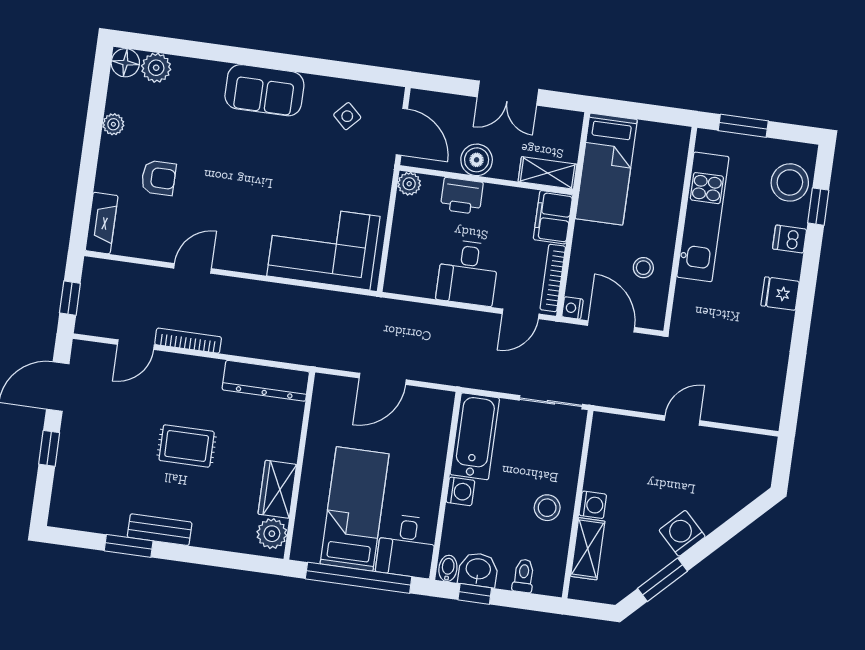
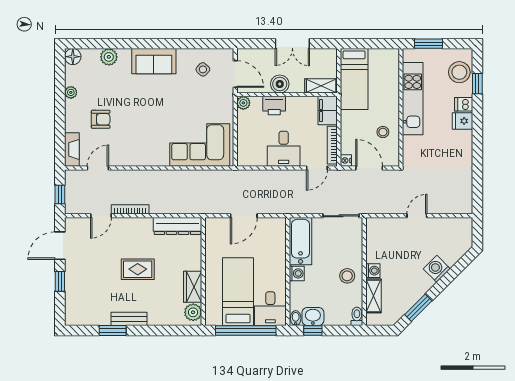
plant: (156, 68) -> (109, 57), moved
door: (193, 268) -> (98, 168), moved
fridge: (780, 294) -> (463, 121), moved
washing machine: (682, 533) -> (437, 269), moved
toilet: (523, 576) -> (357, 316), moved

